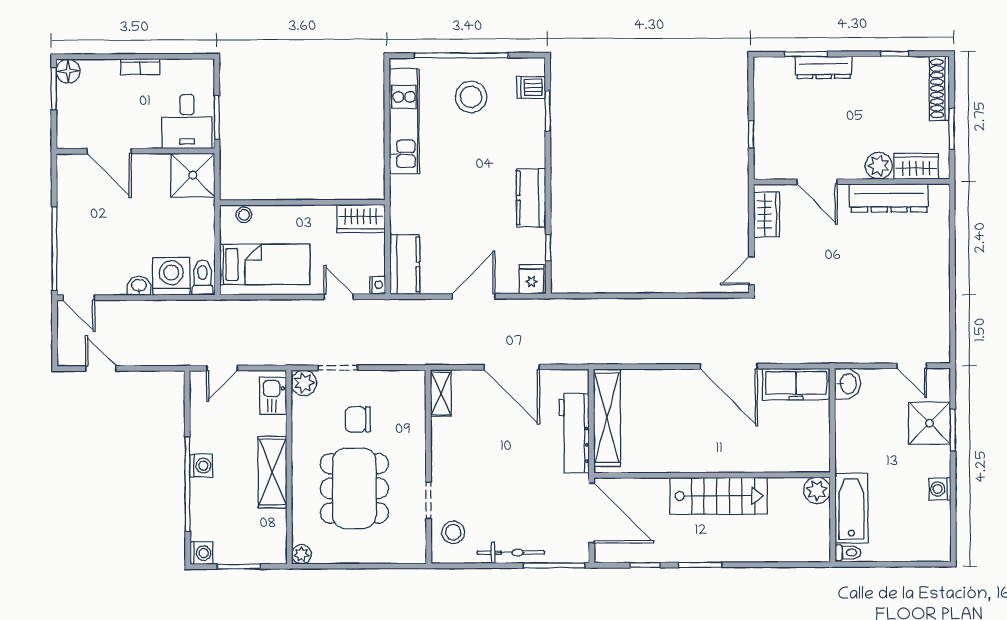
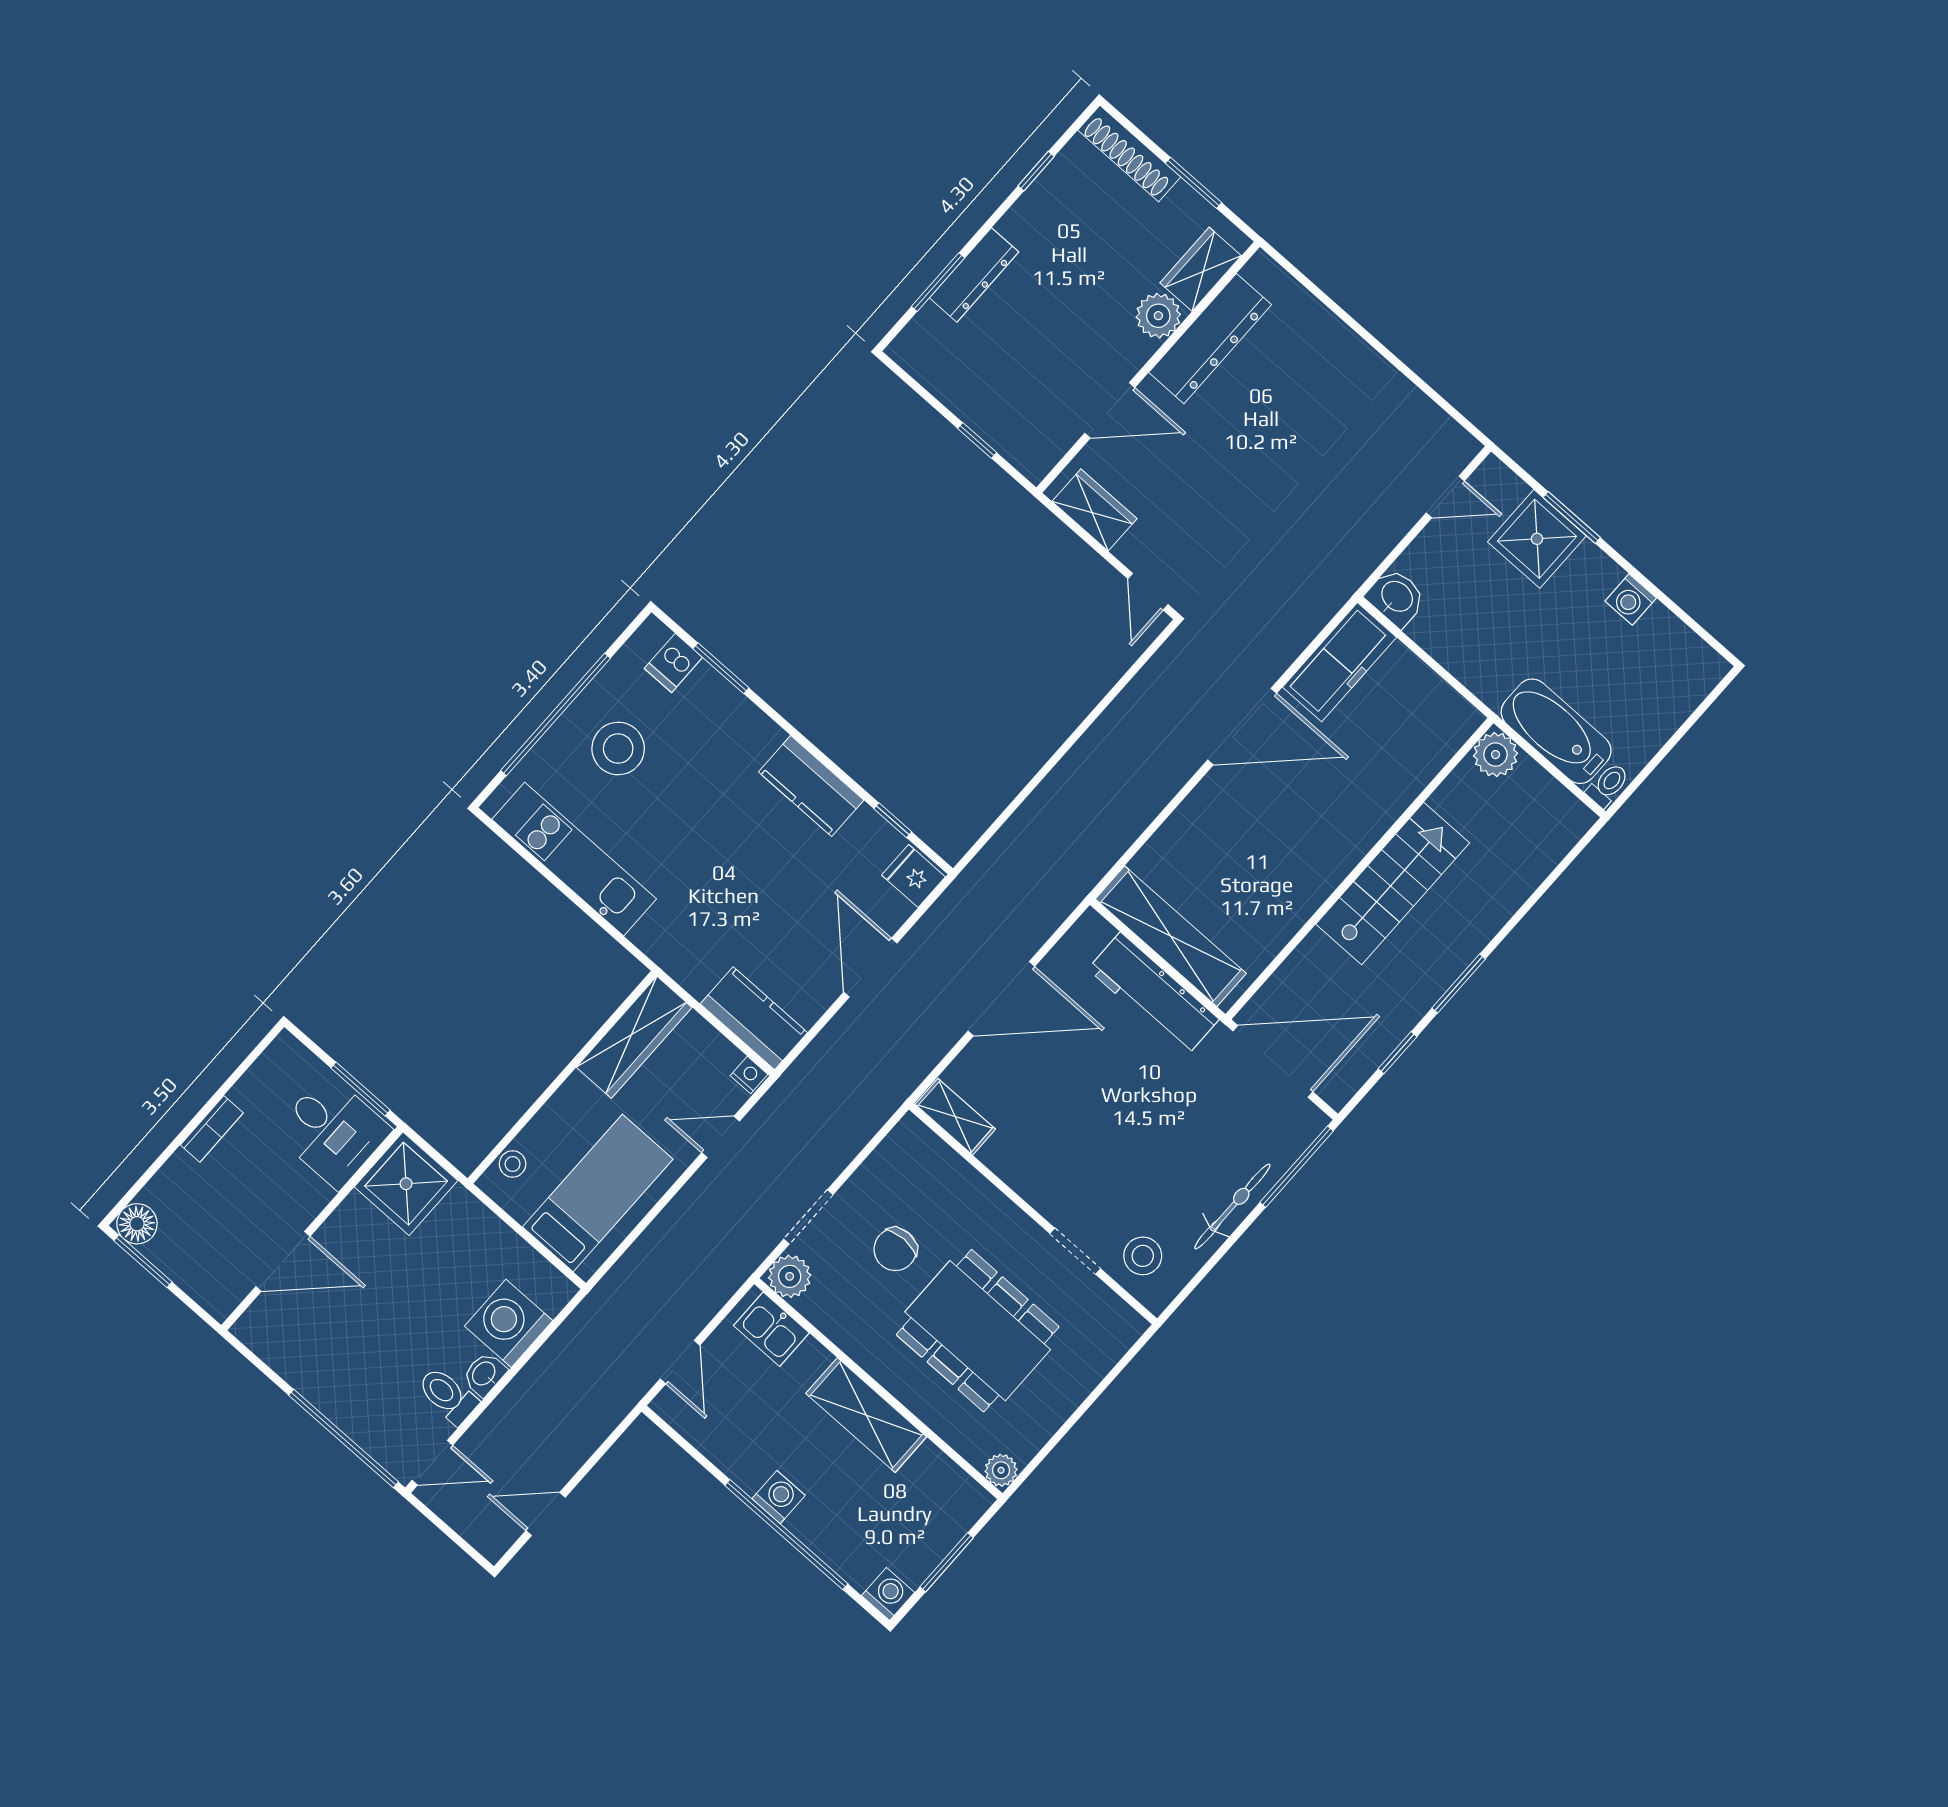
wardrobe: (361, 219) -> (634, 1037), width x1.50
toilet: (202, 278) -> (448, 1396), moved

